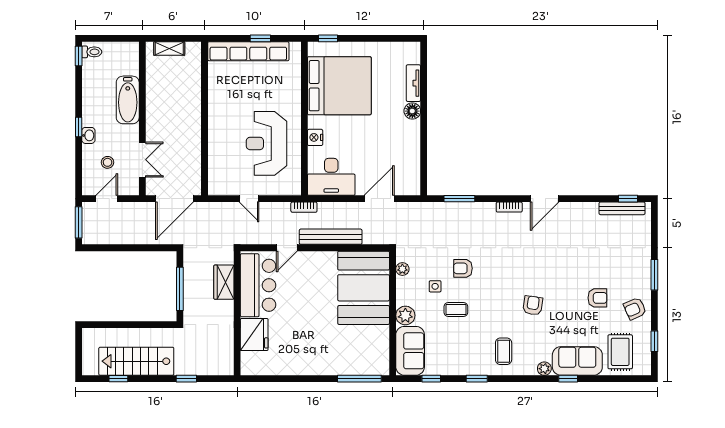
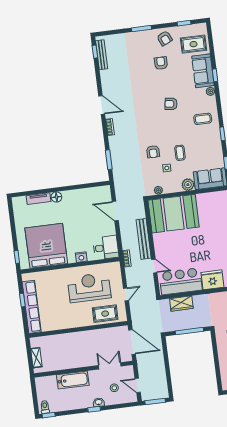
reception desk: (267, 143) -> (89, 288), turned 180
rug: (223, 163) -> (105, 314), added
desk: (331, 177) -> (106, 248), width x0.73

